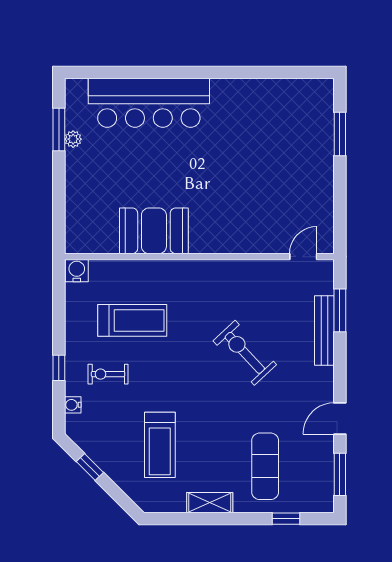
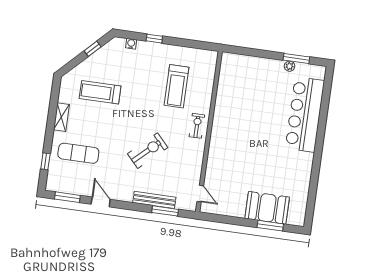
booth: (154, 231) -> (267, 208), moved, turned 90
water cooler: (77, 271) -> (211, 57), removed
exercise bike: (108, 374) -> (197, 126), moved

